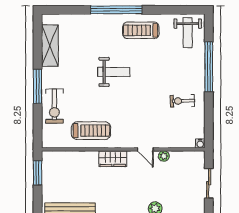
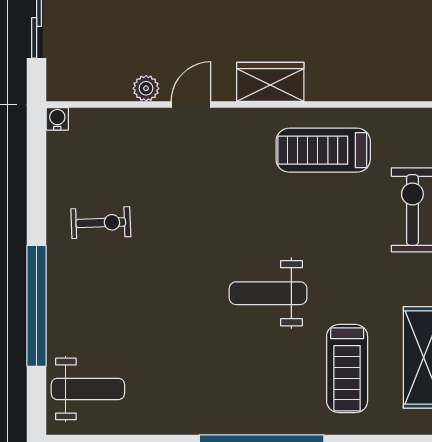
treadmill: (141, 30) -> (347, 369), moved, turned 90
weight bench: (188, 33) -> (88, 389), turned 90
door: (145, 149) -> (191, 104), hinge flipped

